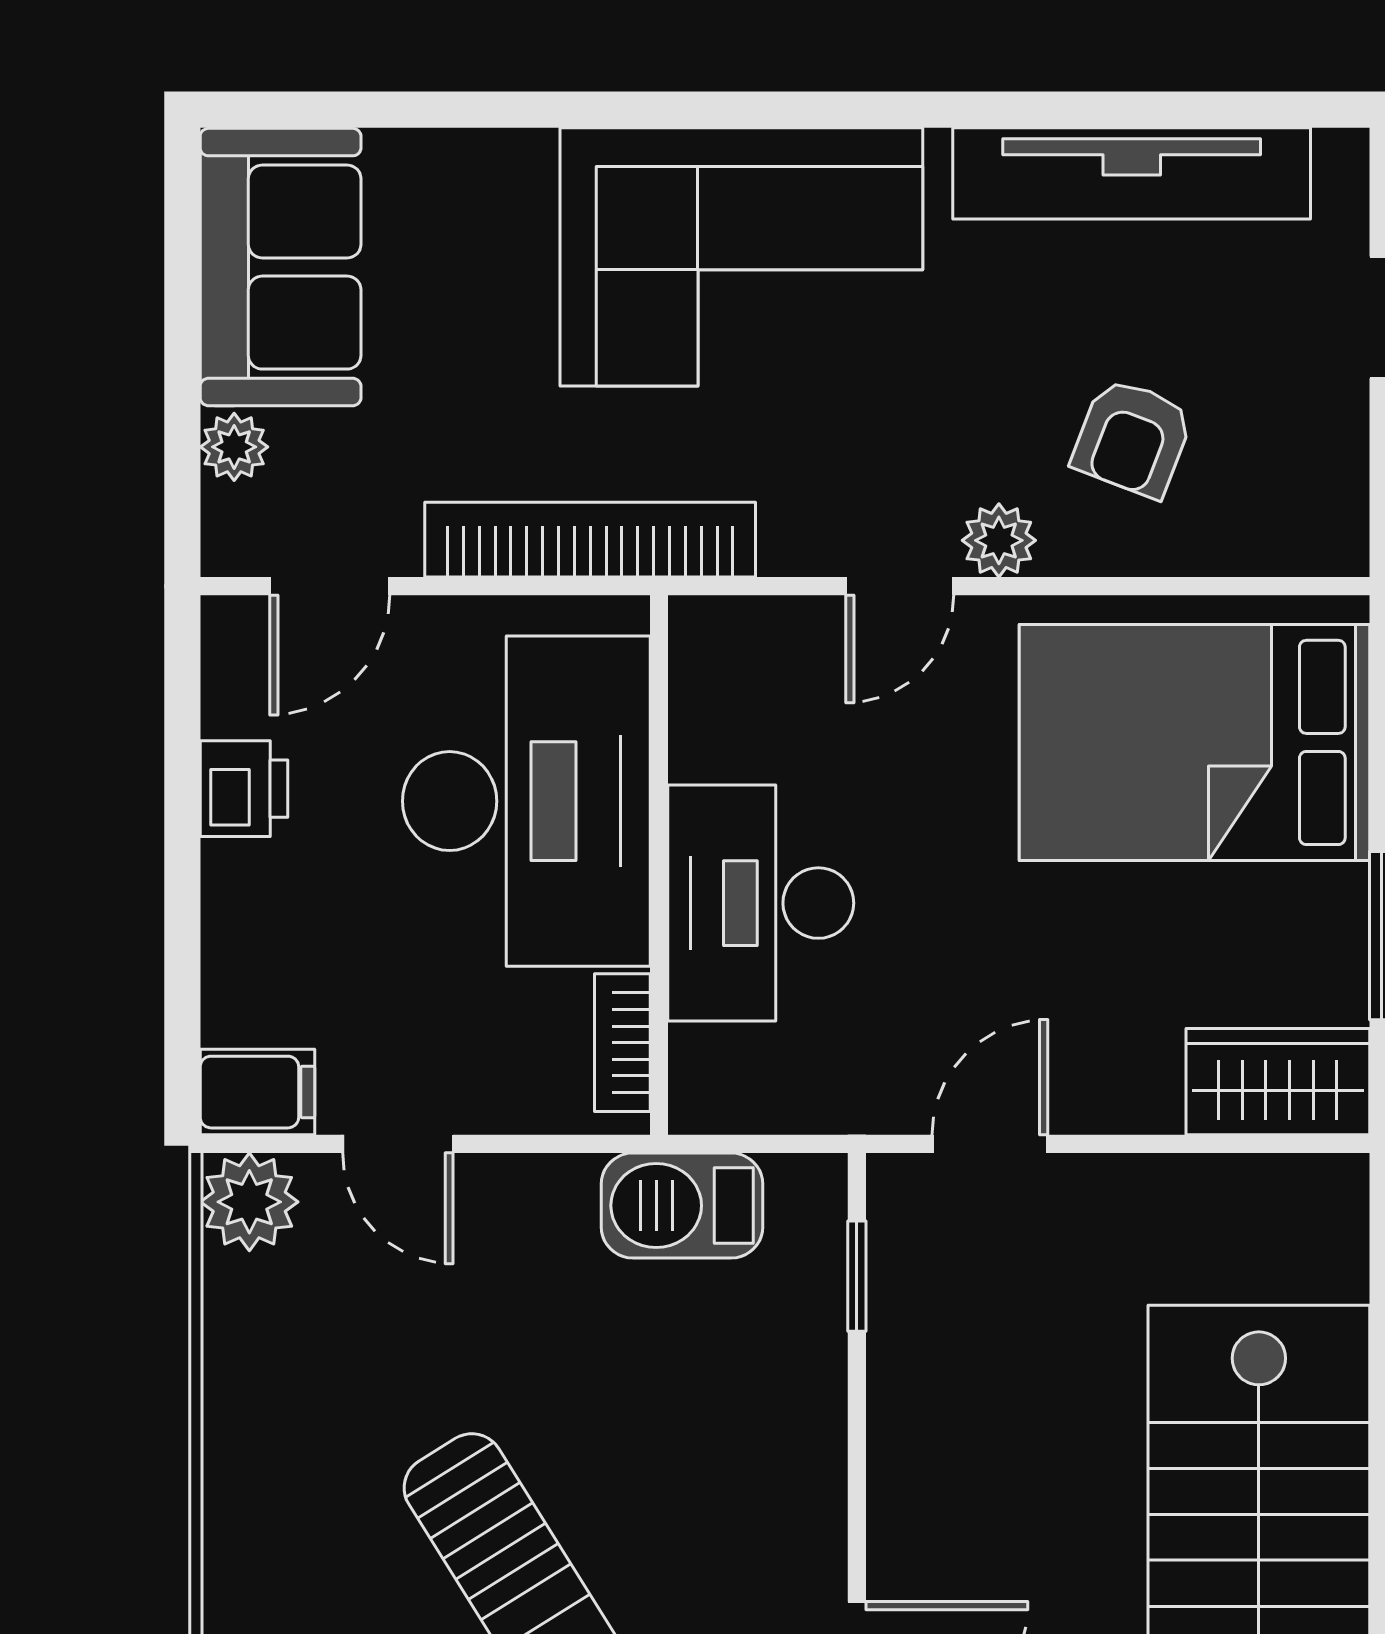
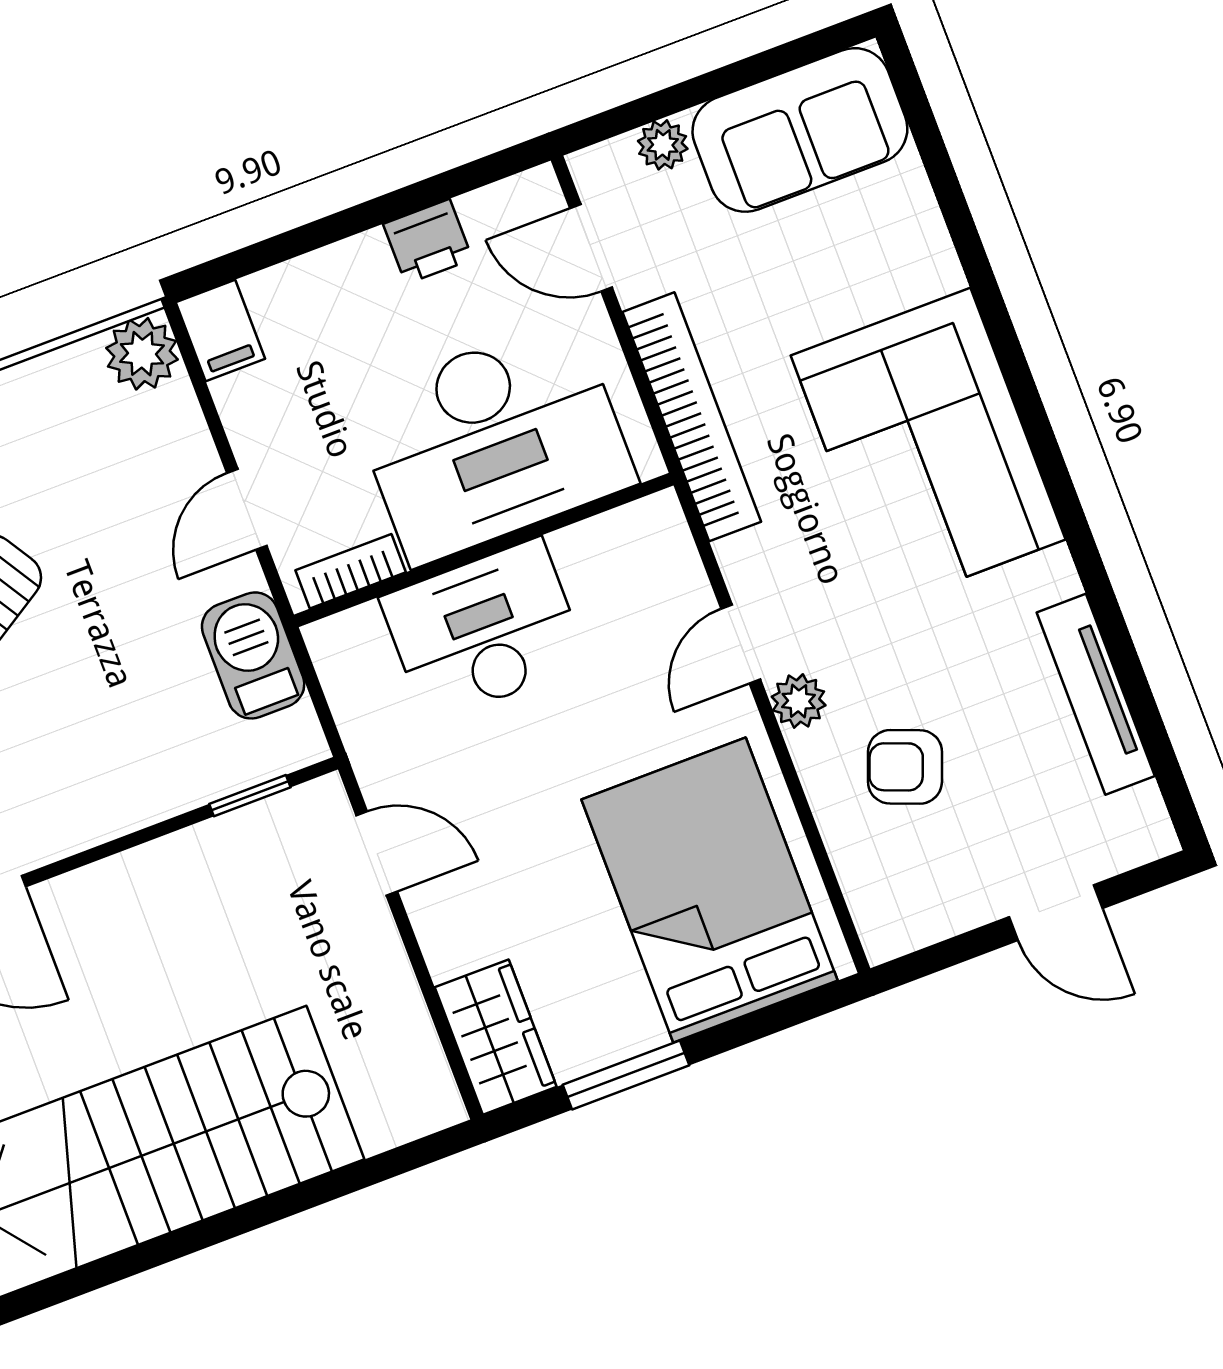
tv unit: (1132, 173) -> (1096, 694), width x0.73, depth x0.78
door: (900, 586) -> (741, 644), hinge flipped
door: (398, 1144) -> (247, 509), moved

